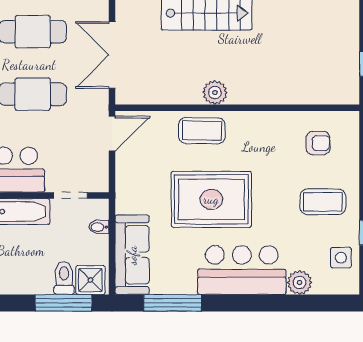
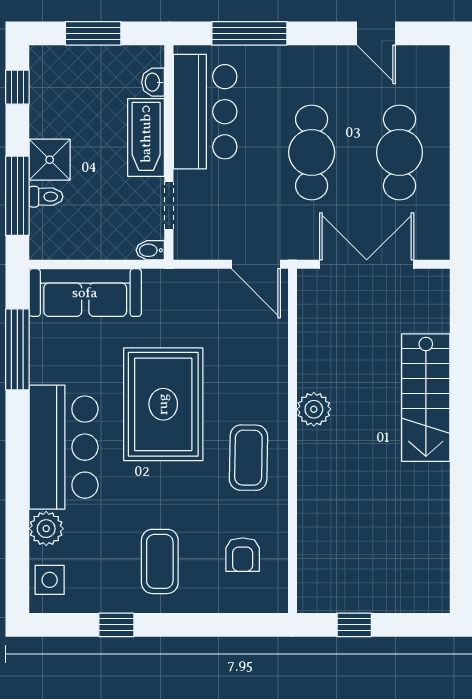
coffee table: (202, 131) -> (248, 458), moved
bidet: (99, 227) -> (150, 250), moved, turned -90
side table: (341, 258) -> (50, 580), moved
toilet: (64, 278) -> (46, 197), width x0.73, depth x0.72
shower: (90, 280) -> (50, 160), moved

